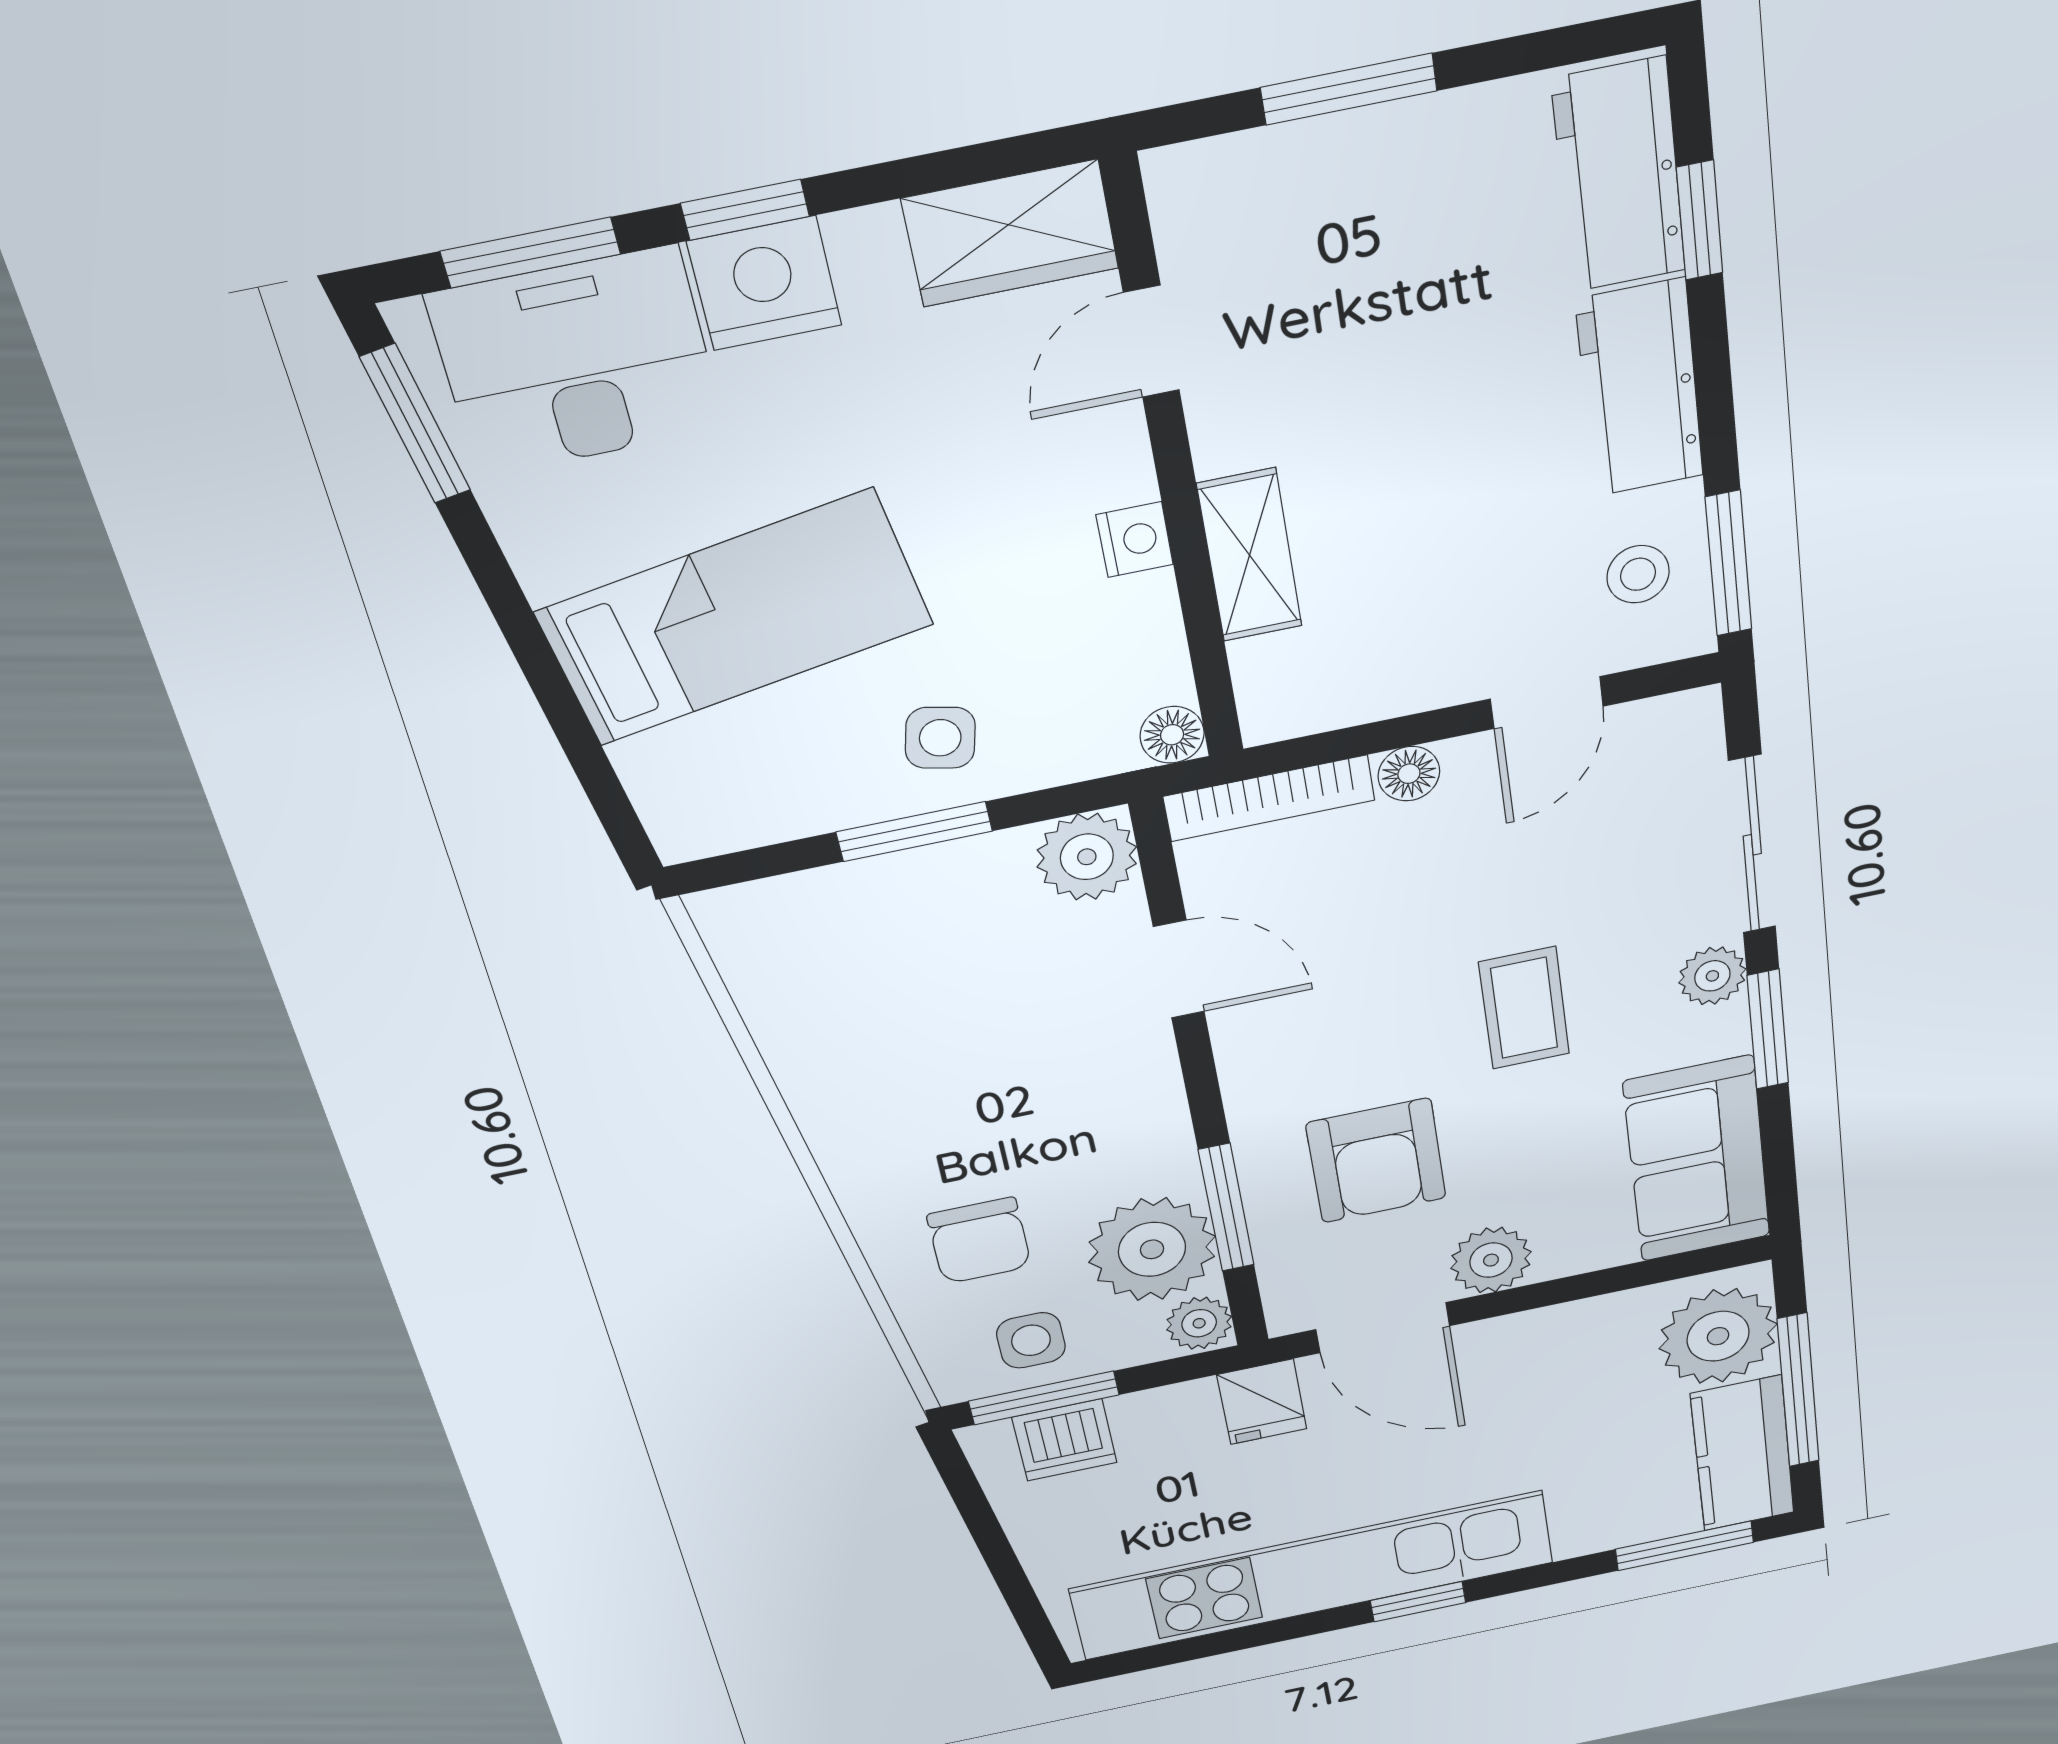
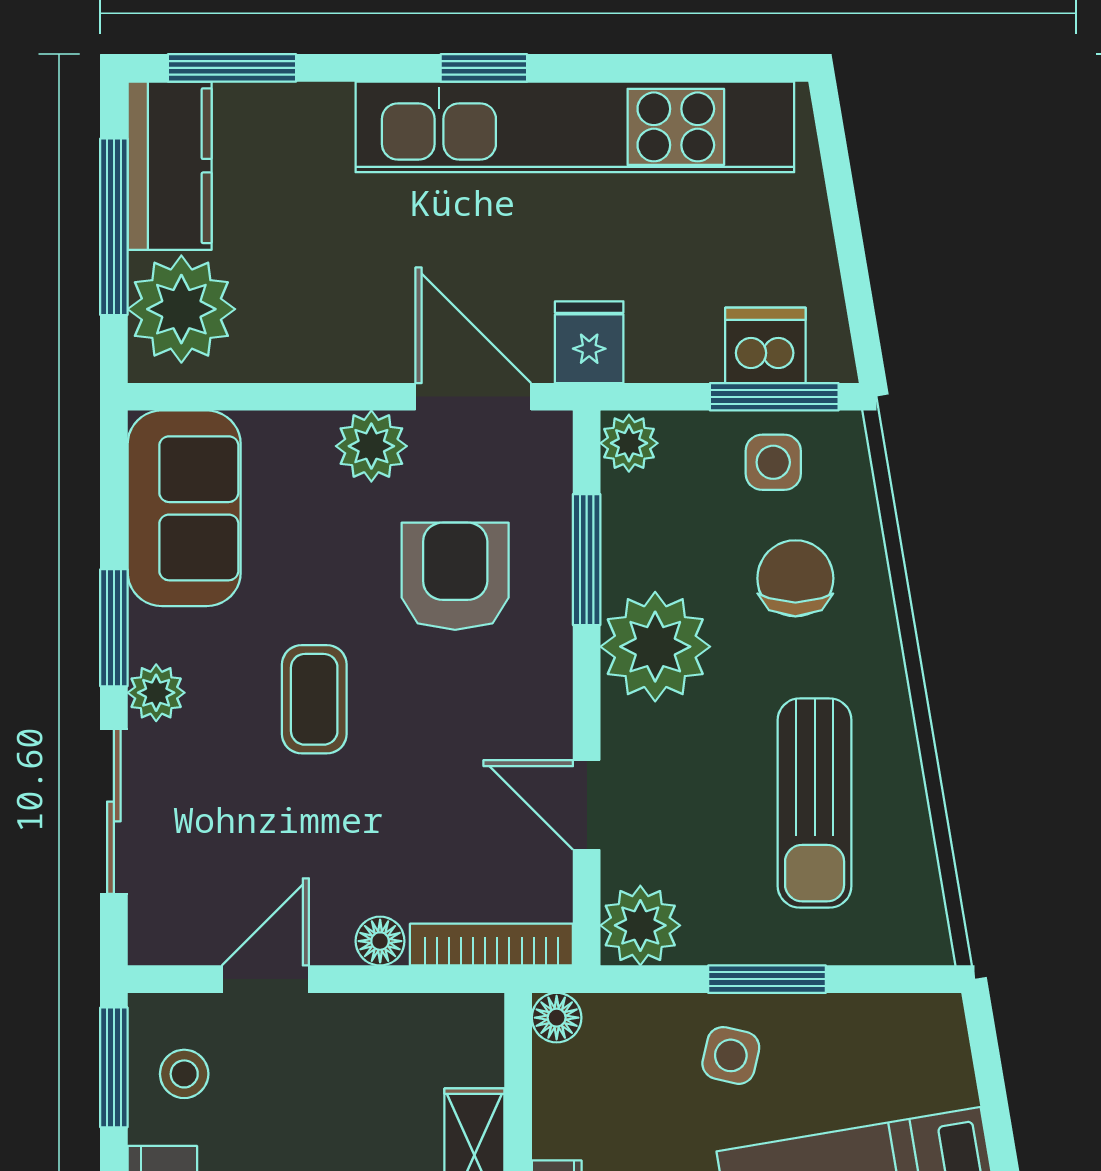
sun lounger: (901, 1028) -> (815, 803), added
plant: (1152, 1249) -> (655, 647), moved

